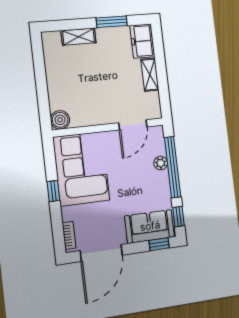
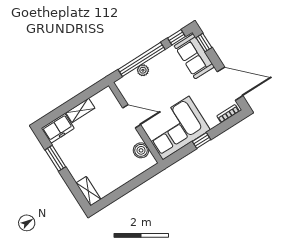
shelving: (79, 37) -> (88, 191), moved
boiler: (60, 120) -> (141, 150), moved
door: (133, 125) -> (132, 116), moved

